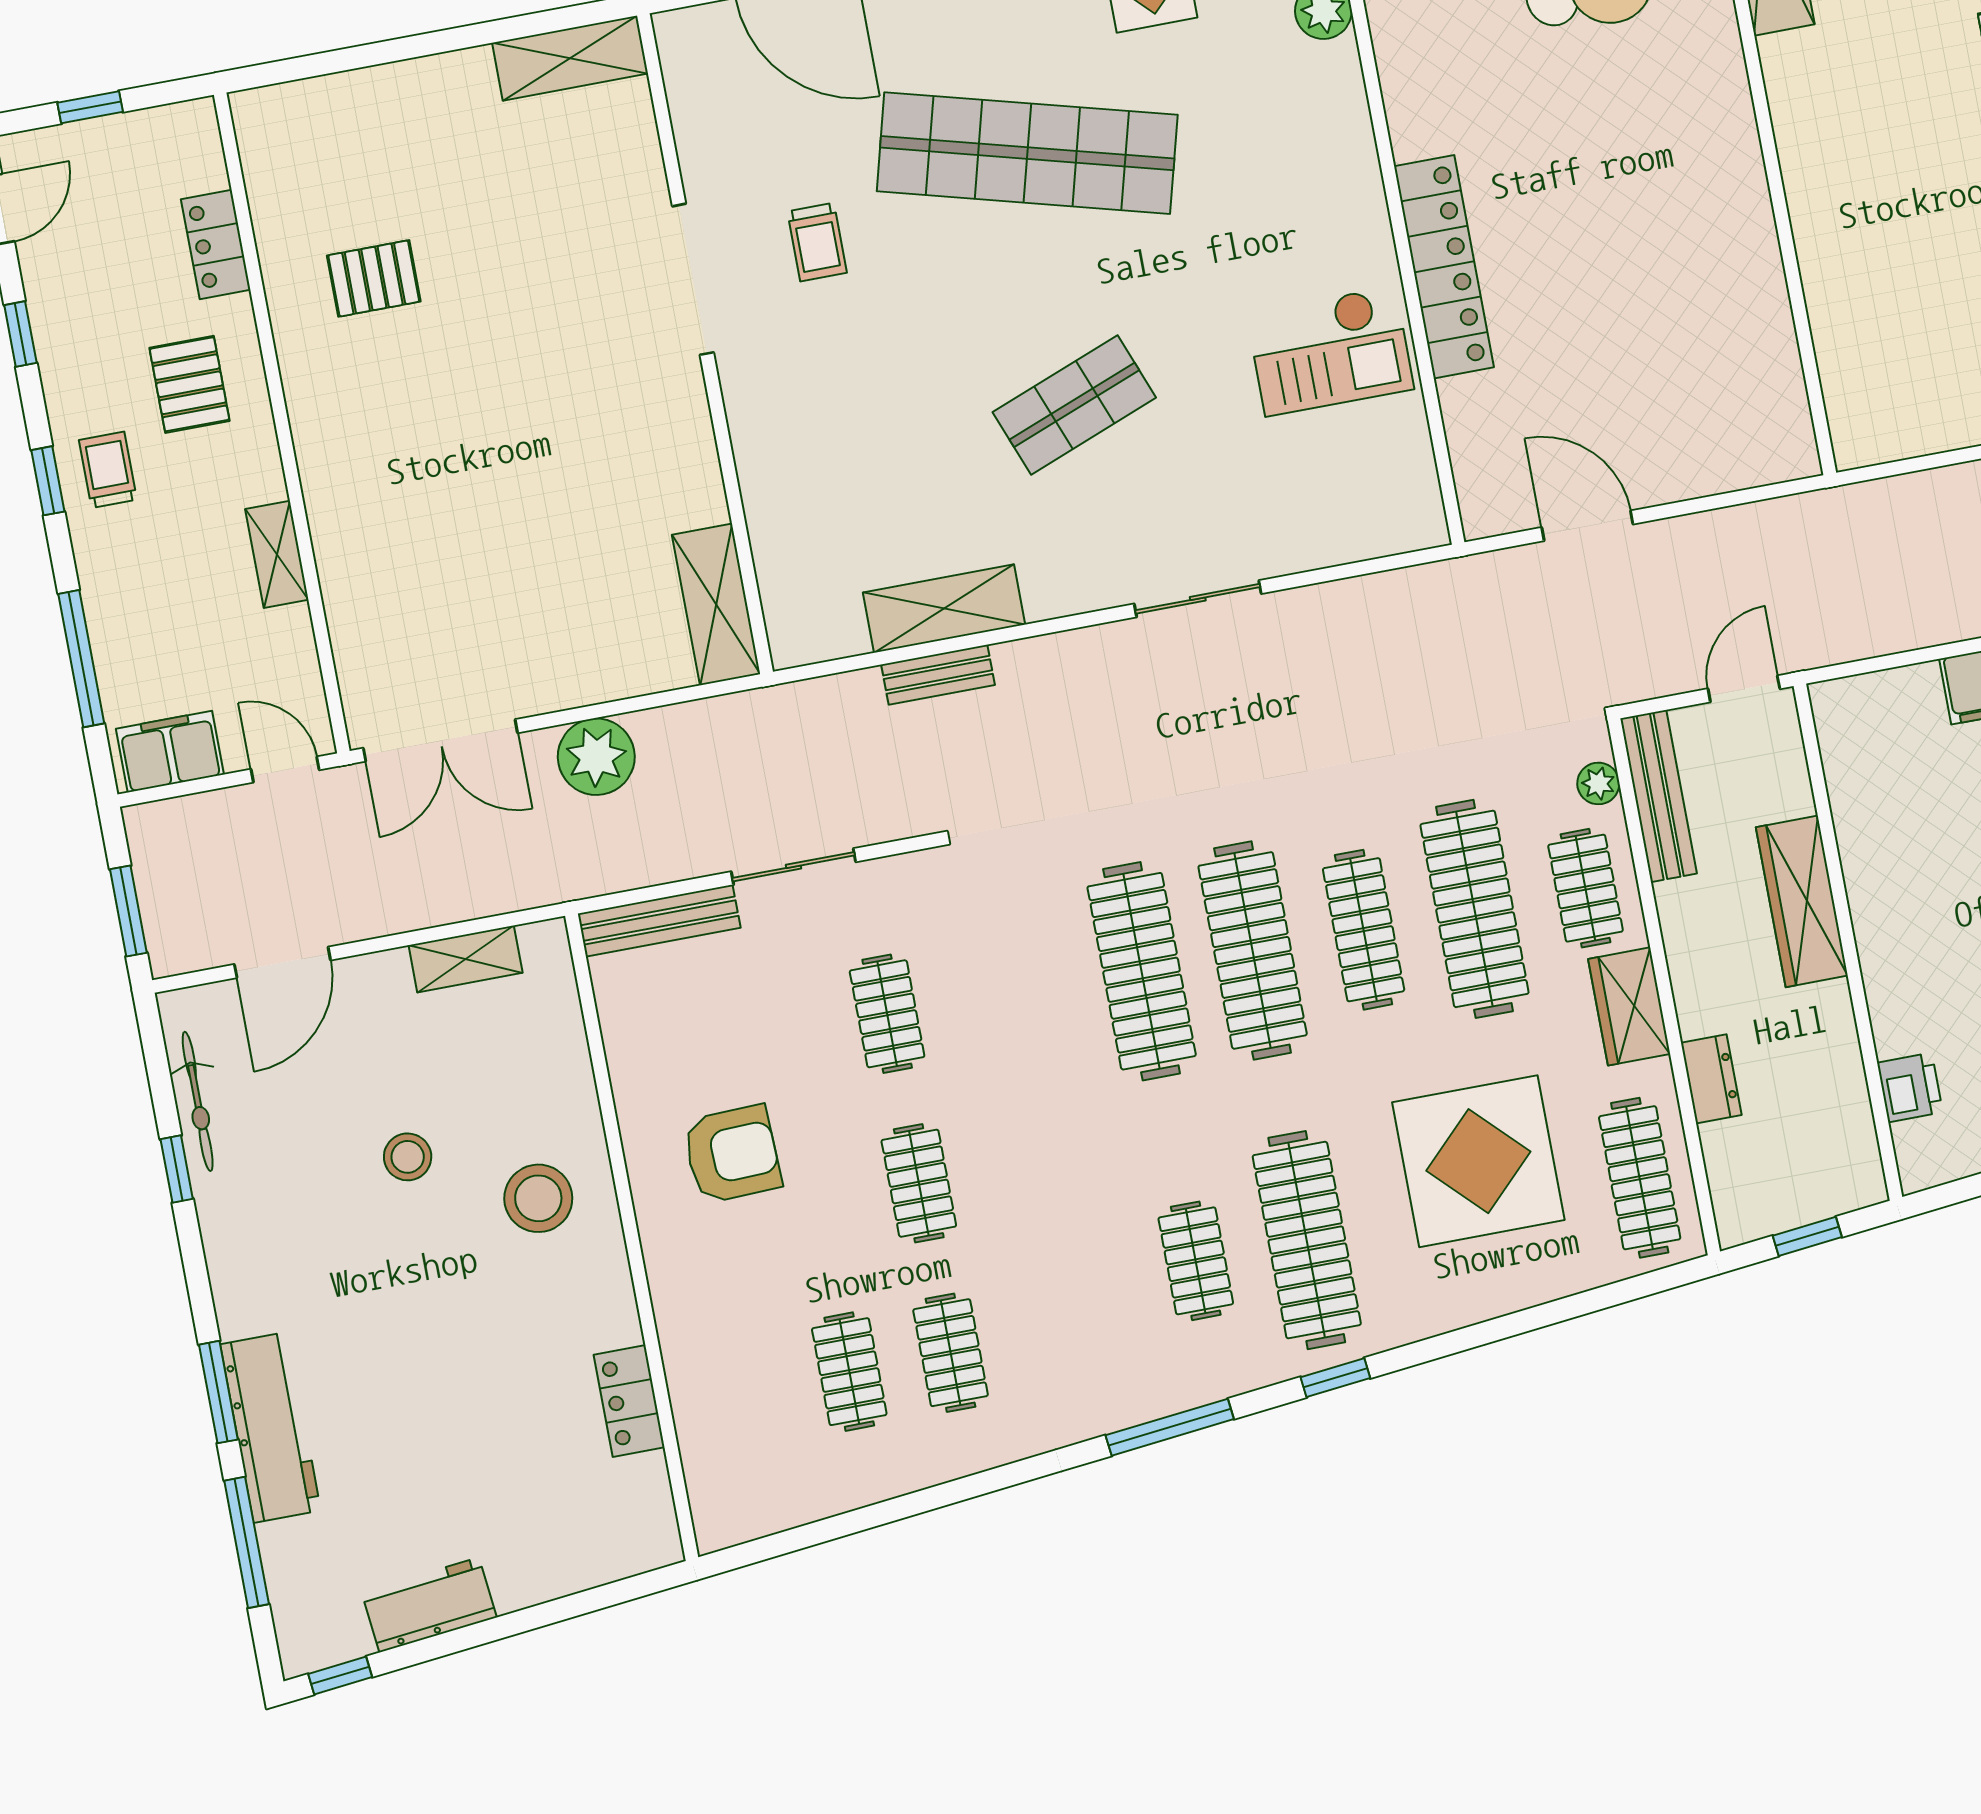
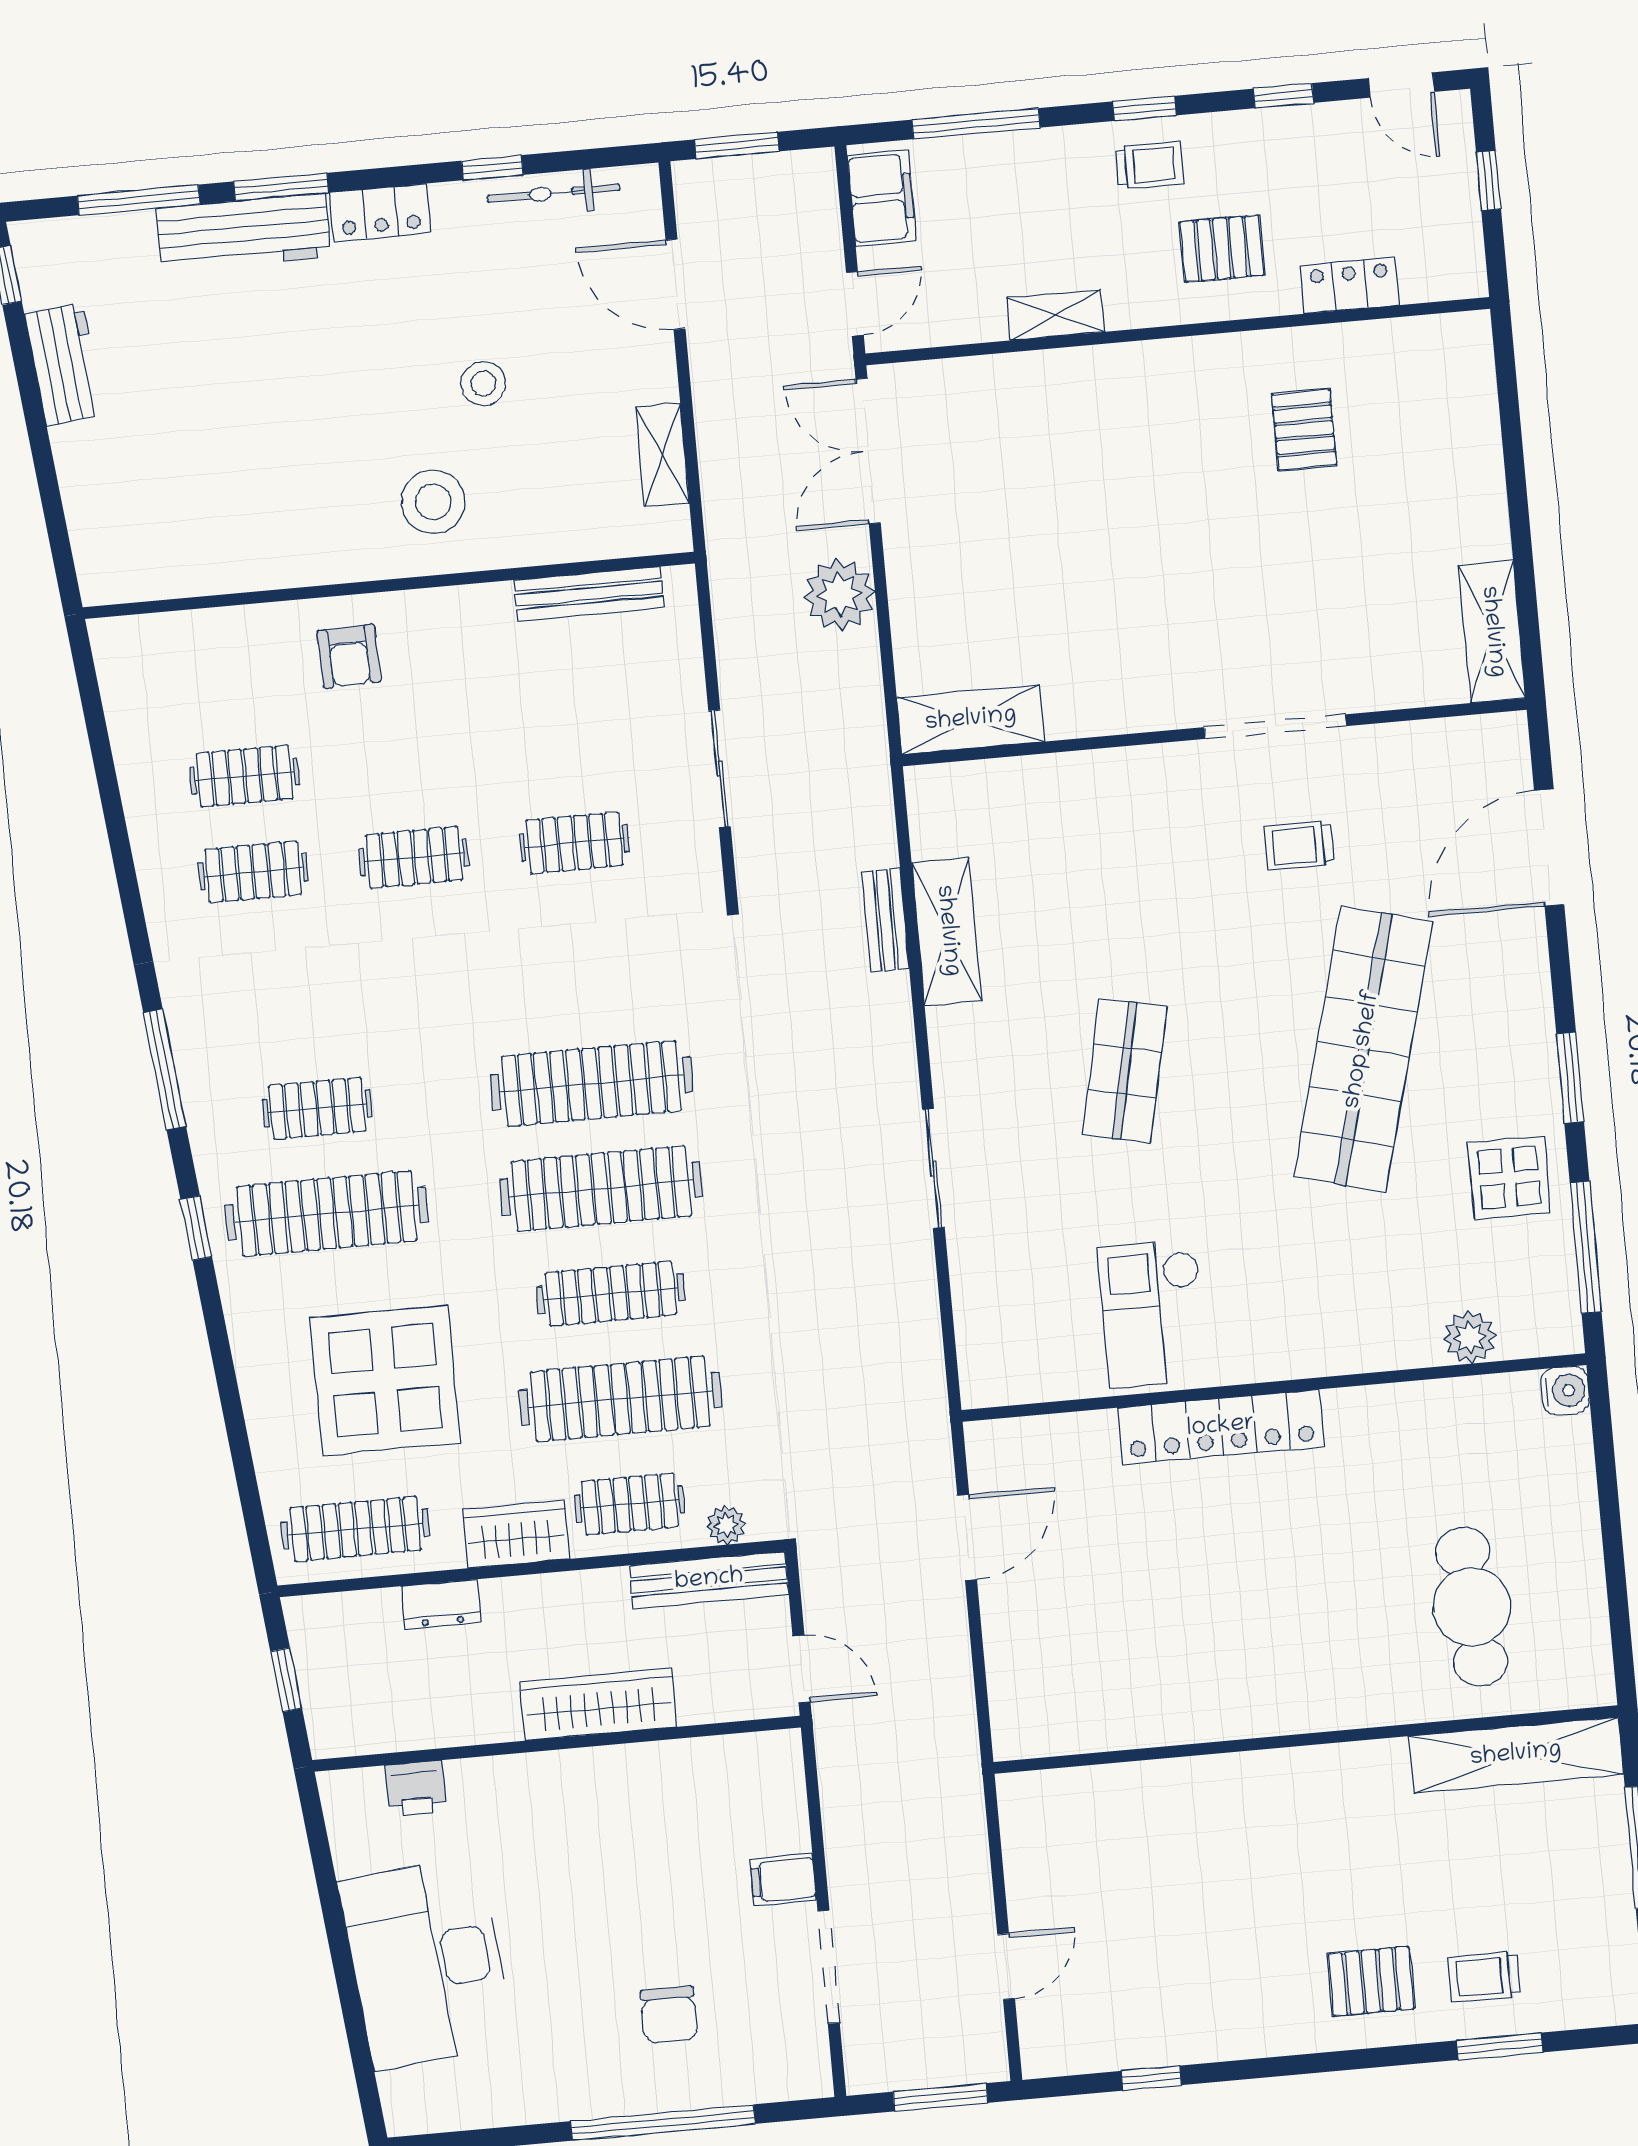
shop shelf: (1074, 405) -> (1125, 1071), turned 33
bench: (659, 921) -> (589, 594), moved, turned 90
armchair: (732, 1154) -> (349, 656), moved, width x0.72, depth x0.72
locker: (629, 1401) -> (380, 213), moved, turned 180

